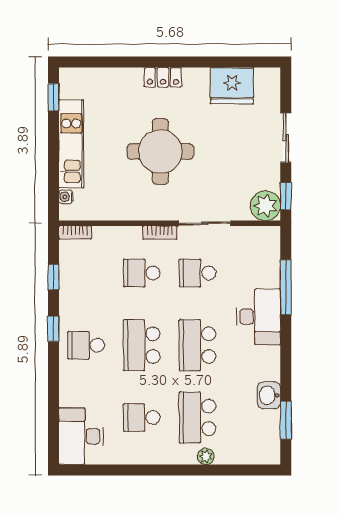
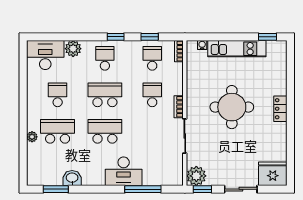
fridge: (232, 86) -> (273, 174), moved, turned 90
school desk: (197, 273) -> (152, 58), moved
plant: (71, 394) -> (73, 49), added

